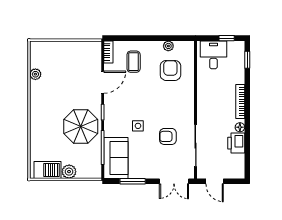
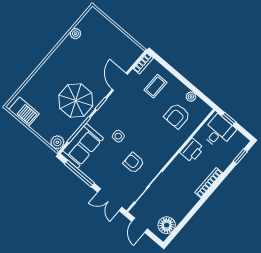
window: (227, 38) -> (229, 119), moved
armchair: (170, 70) -> (177, 116), turned 180
door: (103, 82) -> (120, 82), swing flipped
floor lamp: (240, 127) -> (167, 225), moved, width x1.89, depth x1.89
printer: (236, 143) -> (192, 150), moved, turned 180
plant: (69, 172) -> (57, 142), moved
window: (133, 181) -> (79, 174), width x1.44

